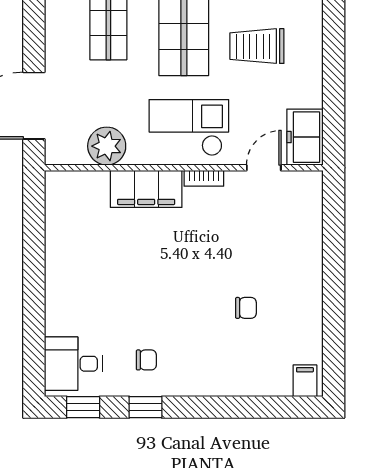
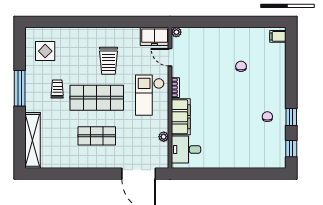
plant: (107, 146) -> (164, 137), width x0.53, depth x0.53
plant: (313, 180) -> (176, 32), added
desk: (73, 364) -> (186, 149), moved, turned 90

